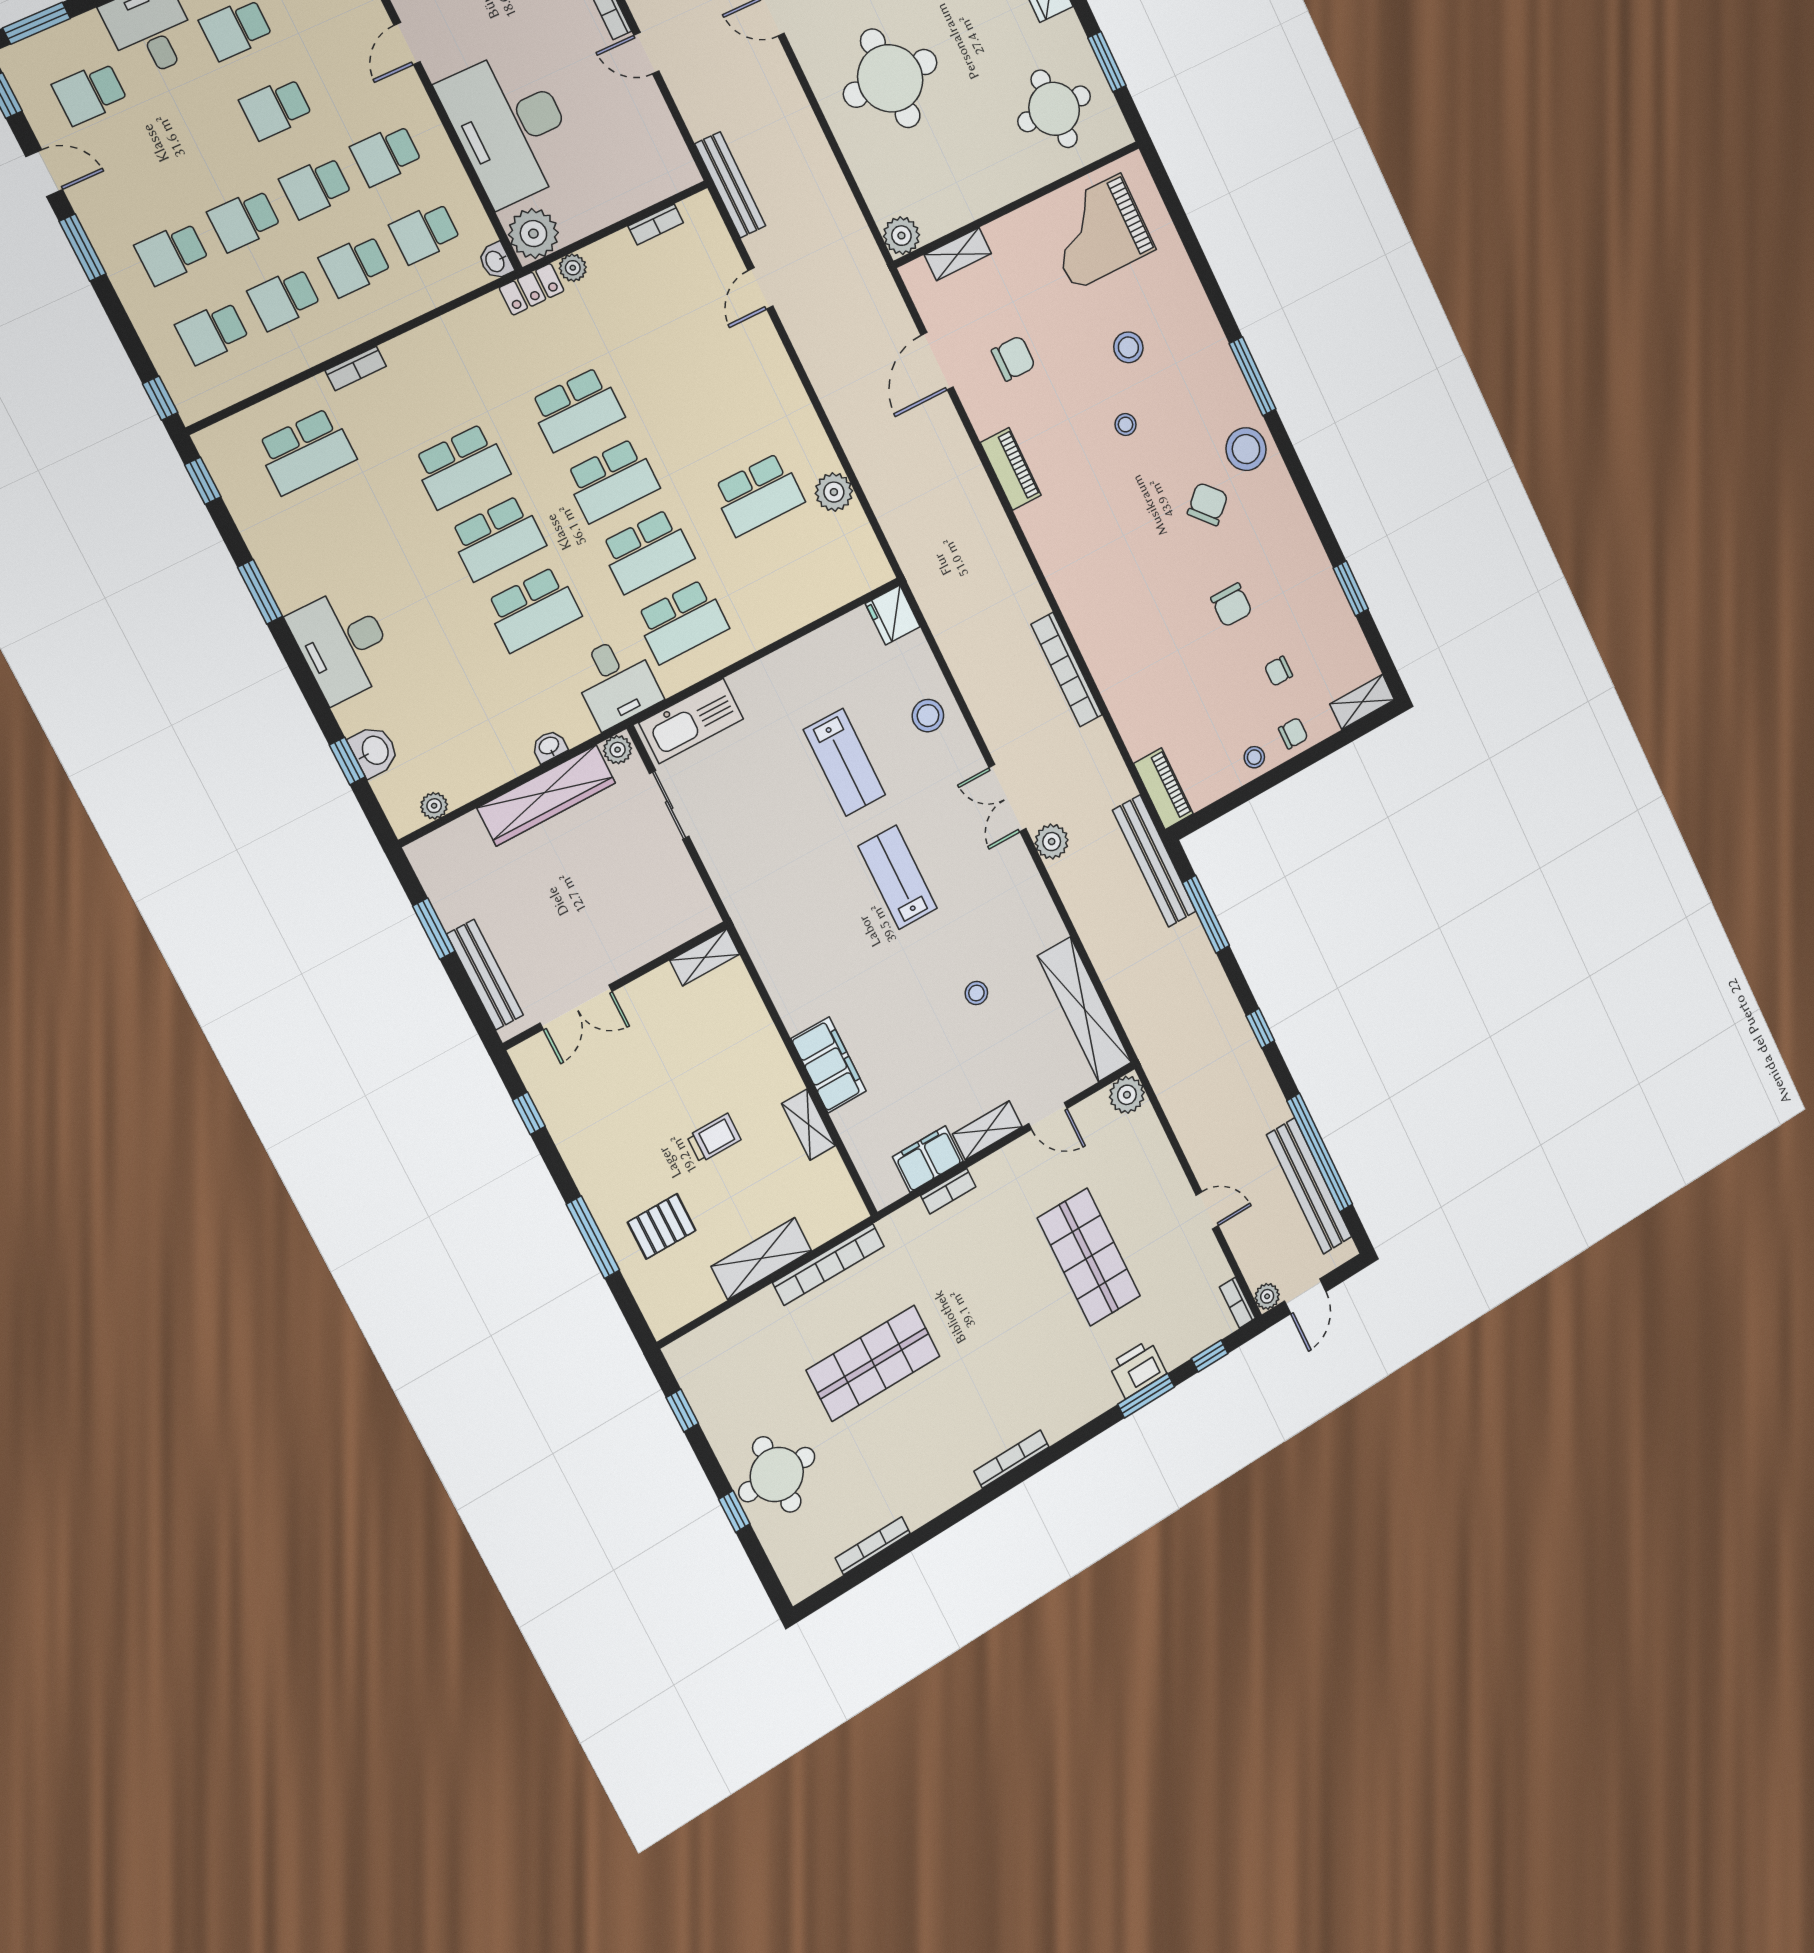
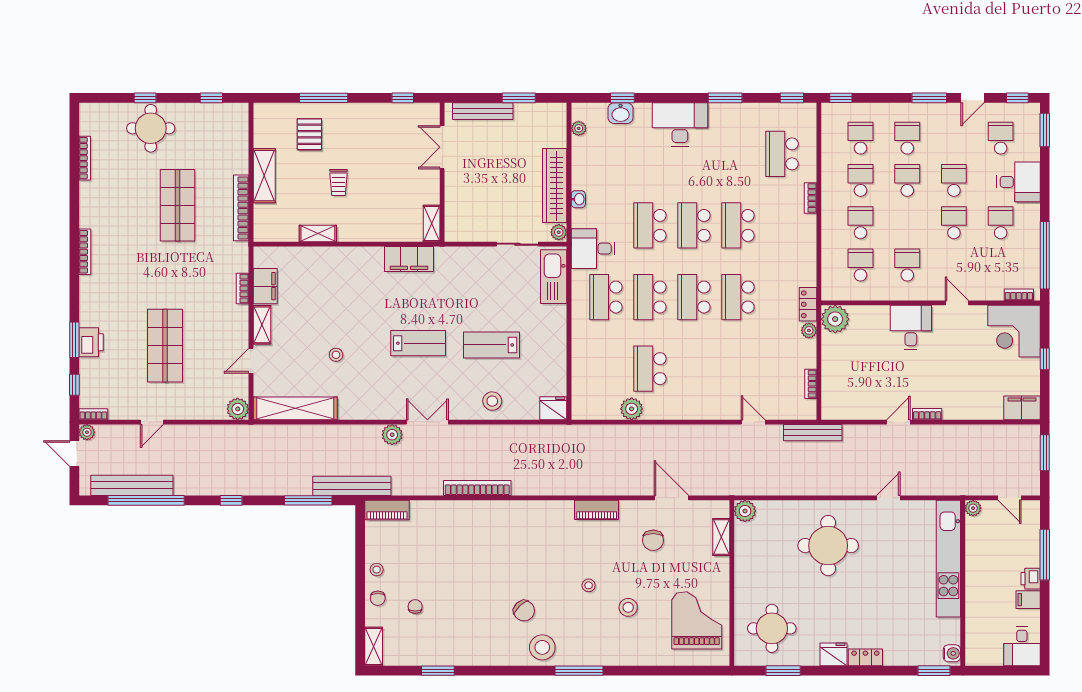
desk: (510, 127) -> (911, 327), width x0.53, depth x0.77
school desk: (316, 187) -> (954, 180), moved
washbasin: (496, 261) -> (830, 293), removed
chair: (1231, 605) -> (464, 597), removed
filing cabinet: (829, 1065) -> (409, 259), moved
shop shelf: (1089, 1257) -> (165, 346), turned 90

